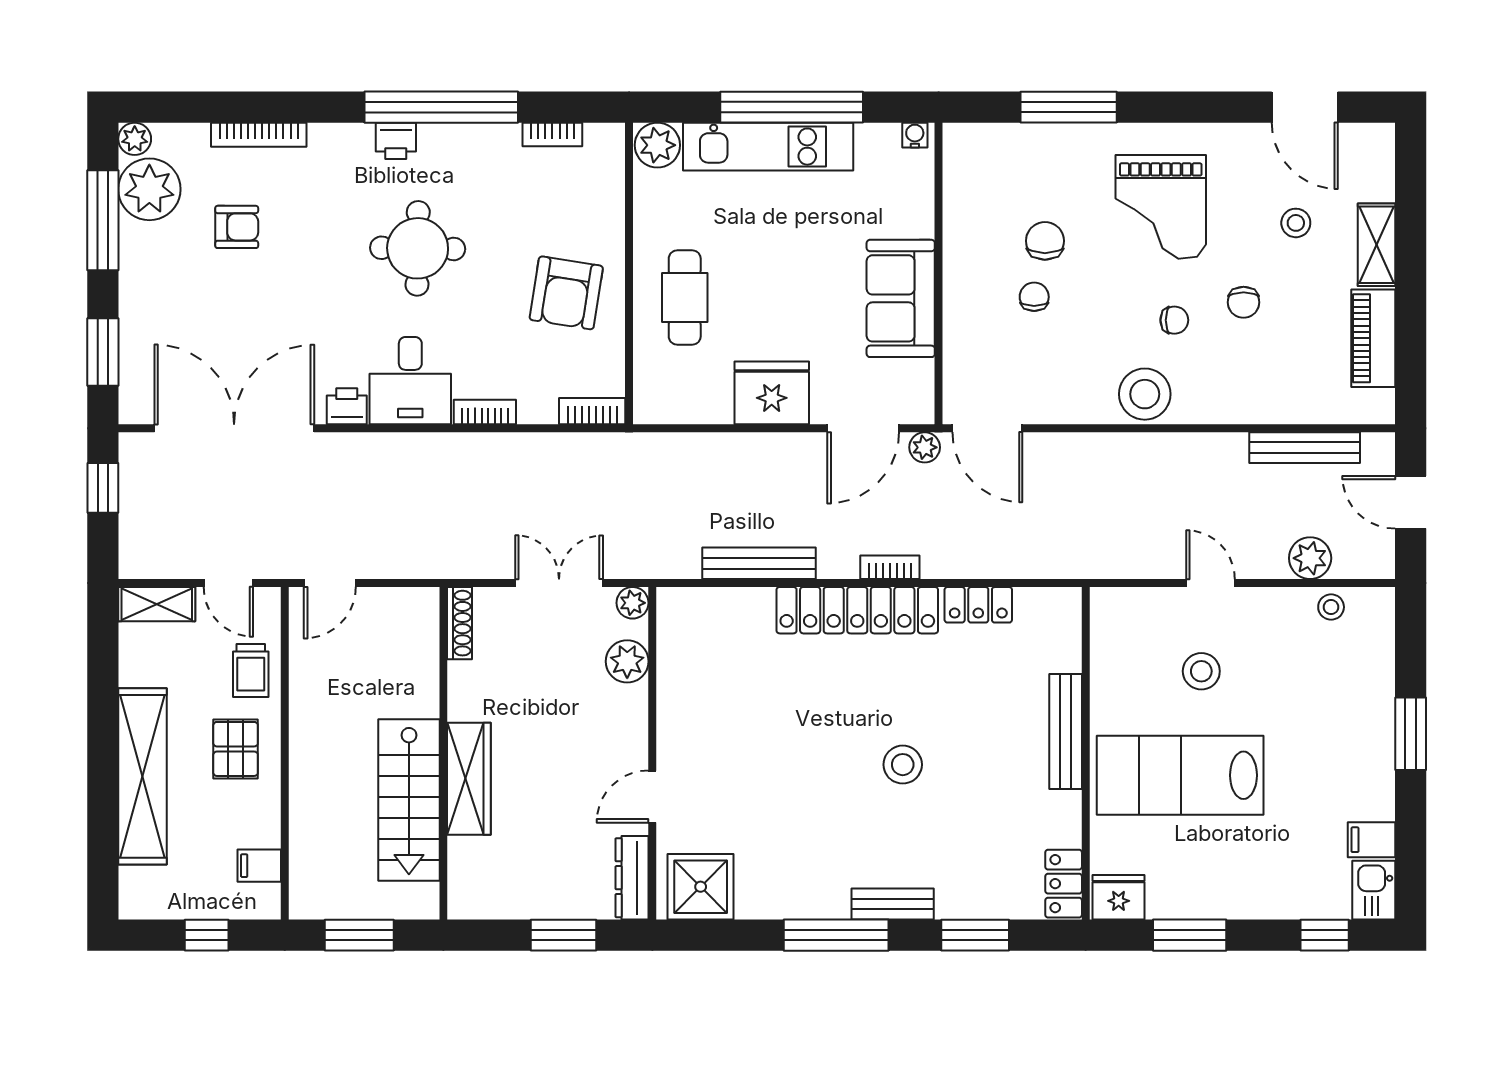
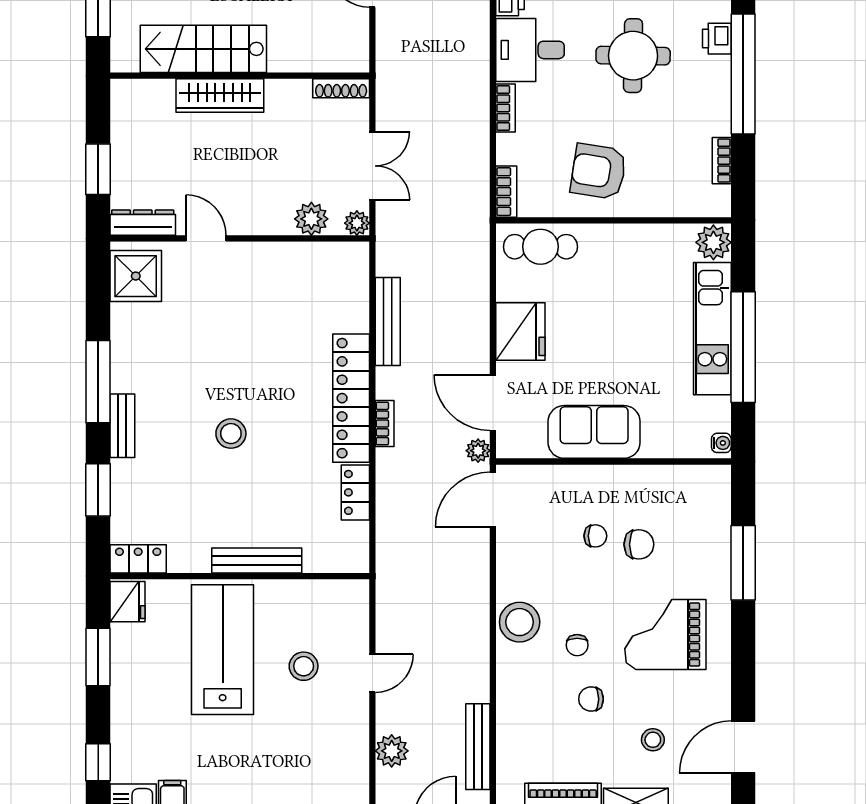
cafe table: (685, 298) -> (540, 247), moved
stool: (1331, 607) -> (354, 767), removed

